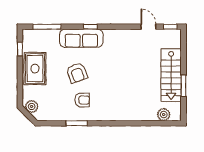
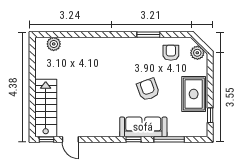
window: (47, 27) -> (169, 139), moved
stairs: (171, 75) -> (46, 108), moved
window: (183, 86) -> (32, 75), removed
armchair: (82, 100) -> (171, 53), moved, turned 90

